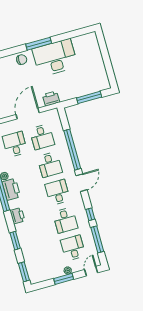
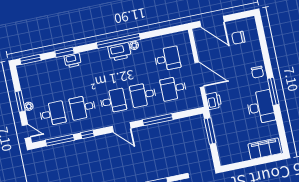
filing cabinet: (93, 48) -> (265, 149), added
desk: (55, 58) -> (261, 107), width x0.73, depth x0.77
window: (89, 97) -> (210, 131), moved
window: (72, 150) -> (158, 120), width x0.68
printer: (18, 216) -> (73, 60), moved

